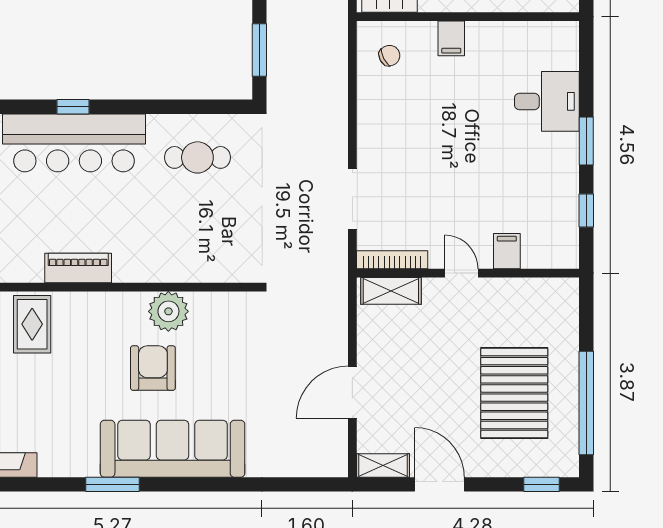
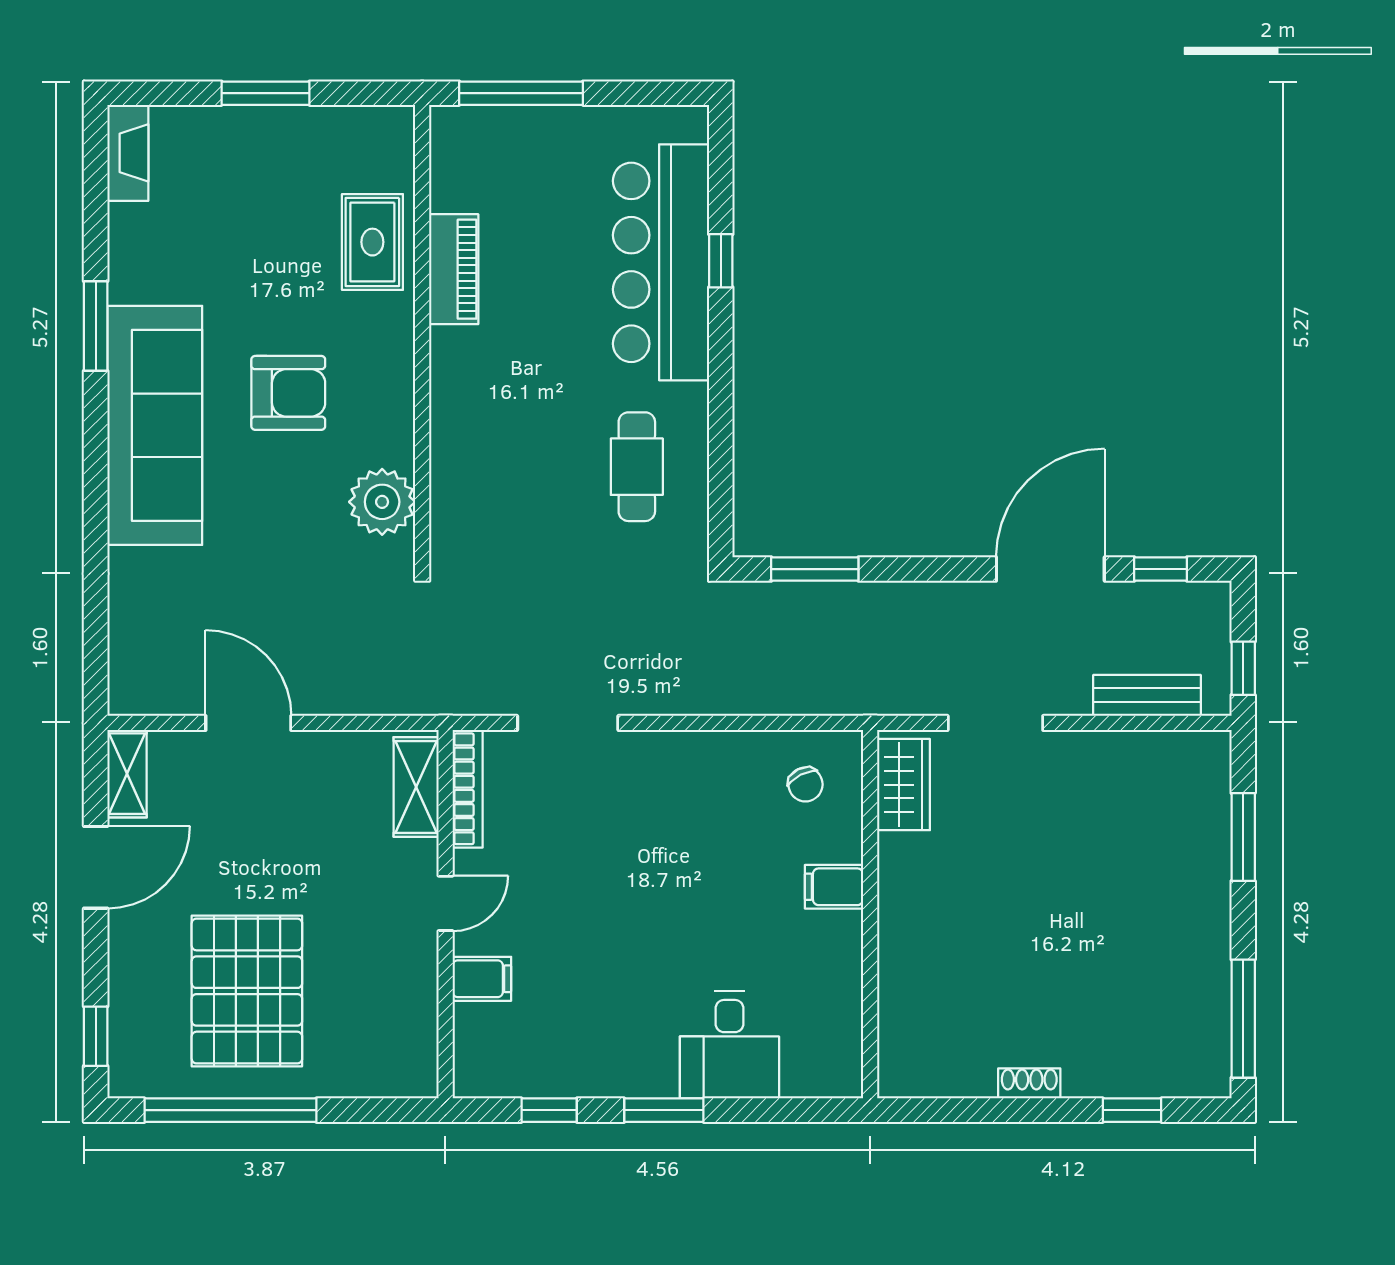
plant: (168, 311) -> (382, 502), moved
rug: (32, 324) -> (372, 242), moved, turned 90
pallet: (514, 393) -> (247, 991), turned 90

